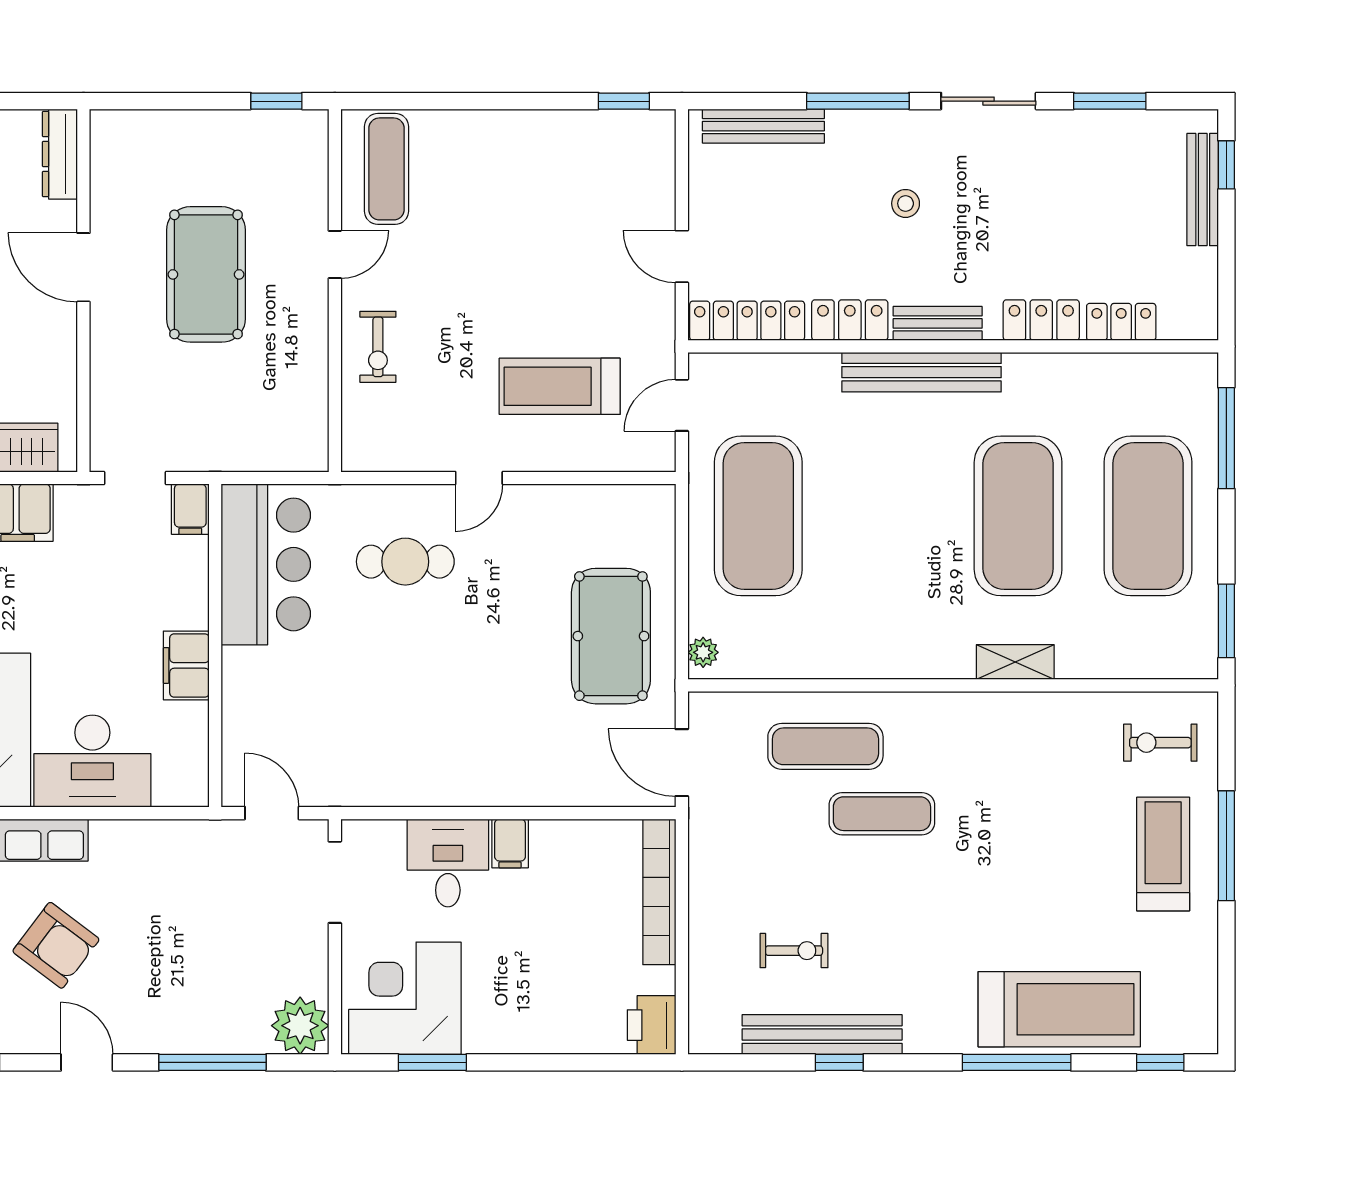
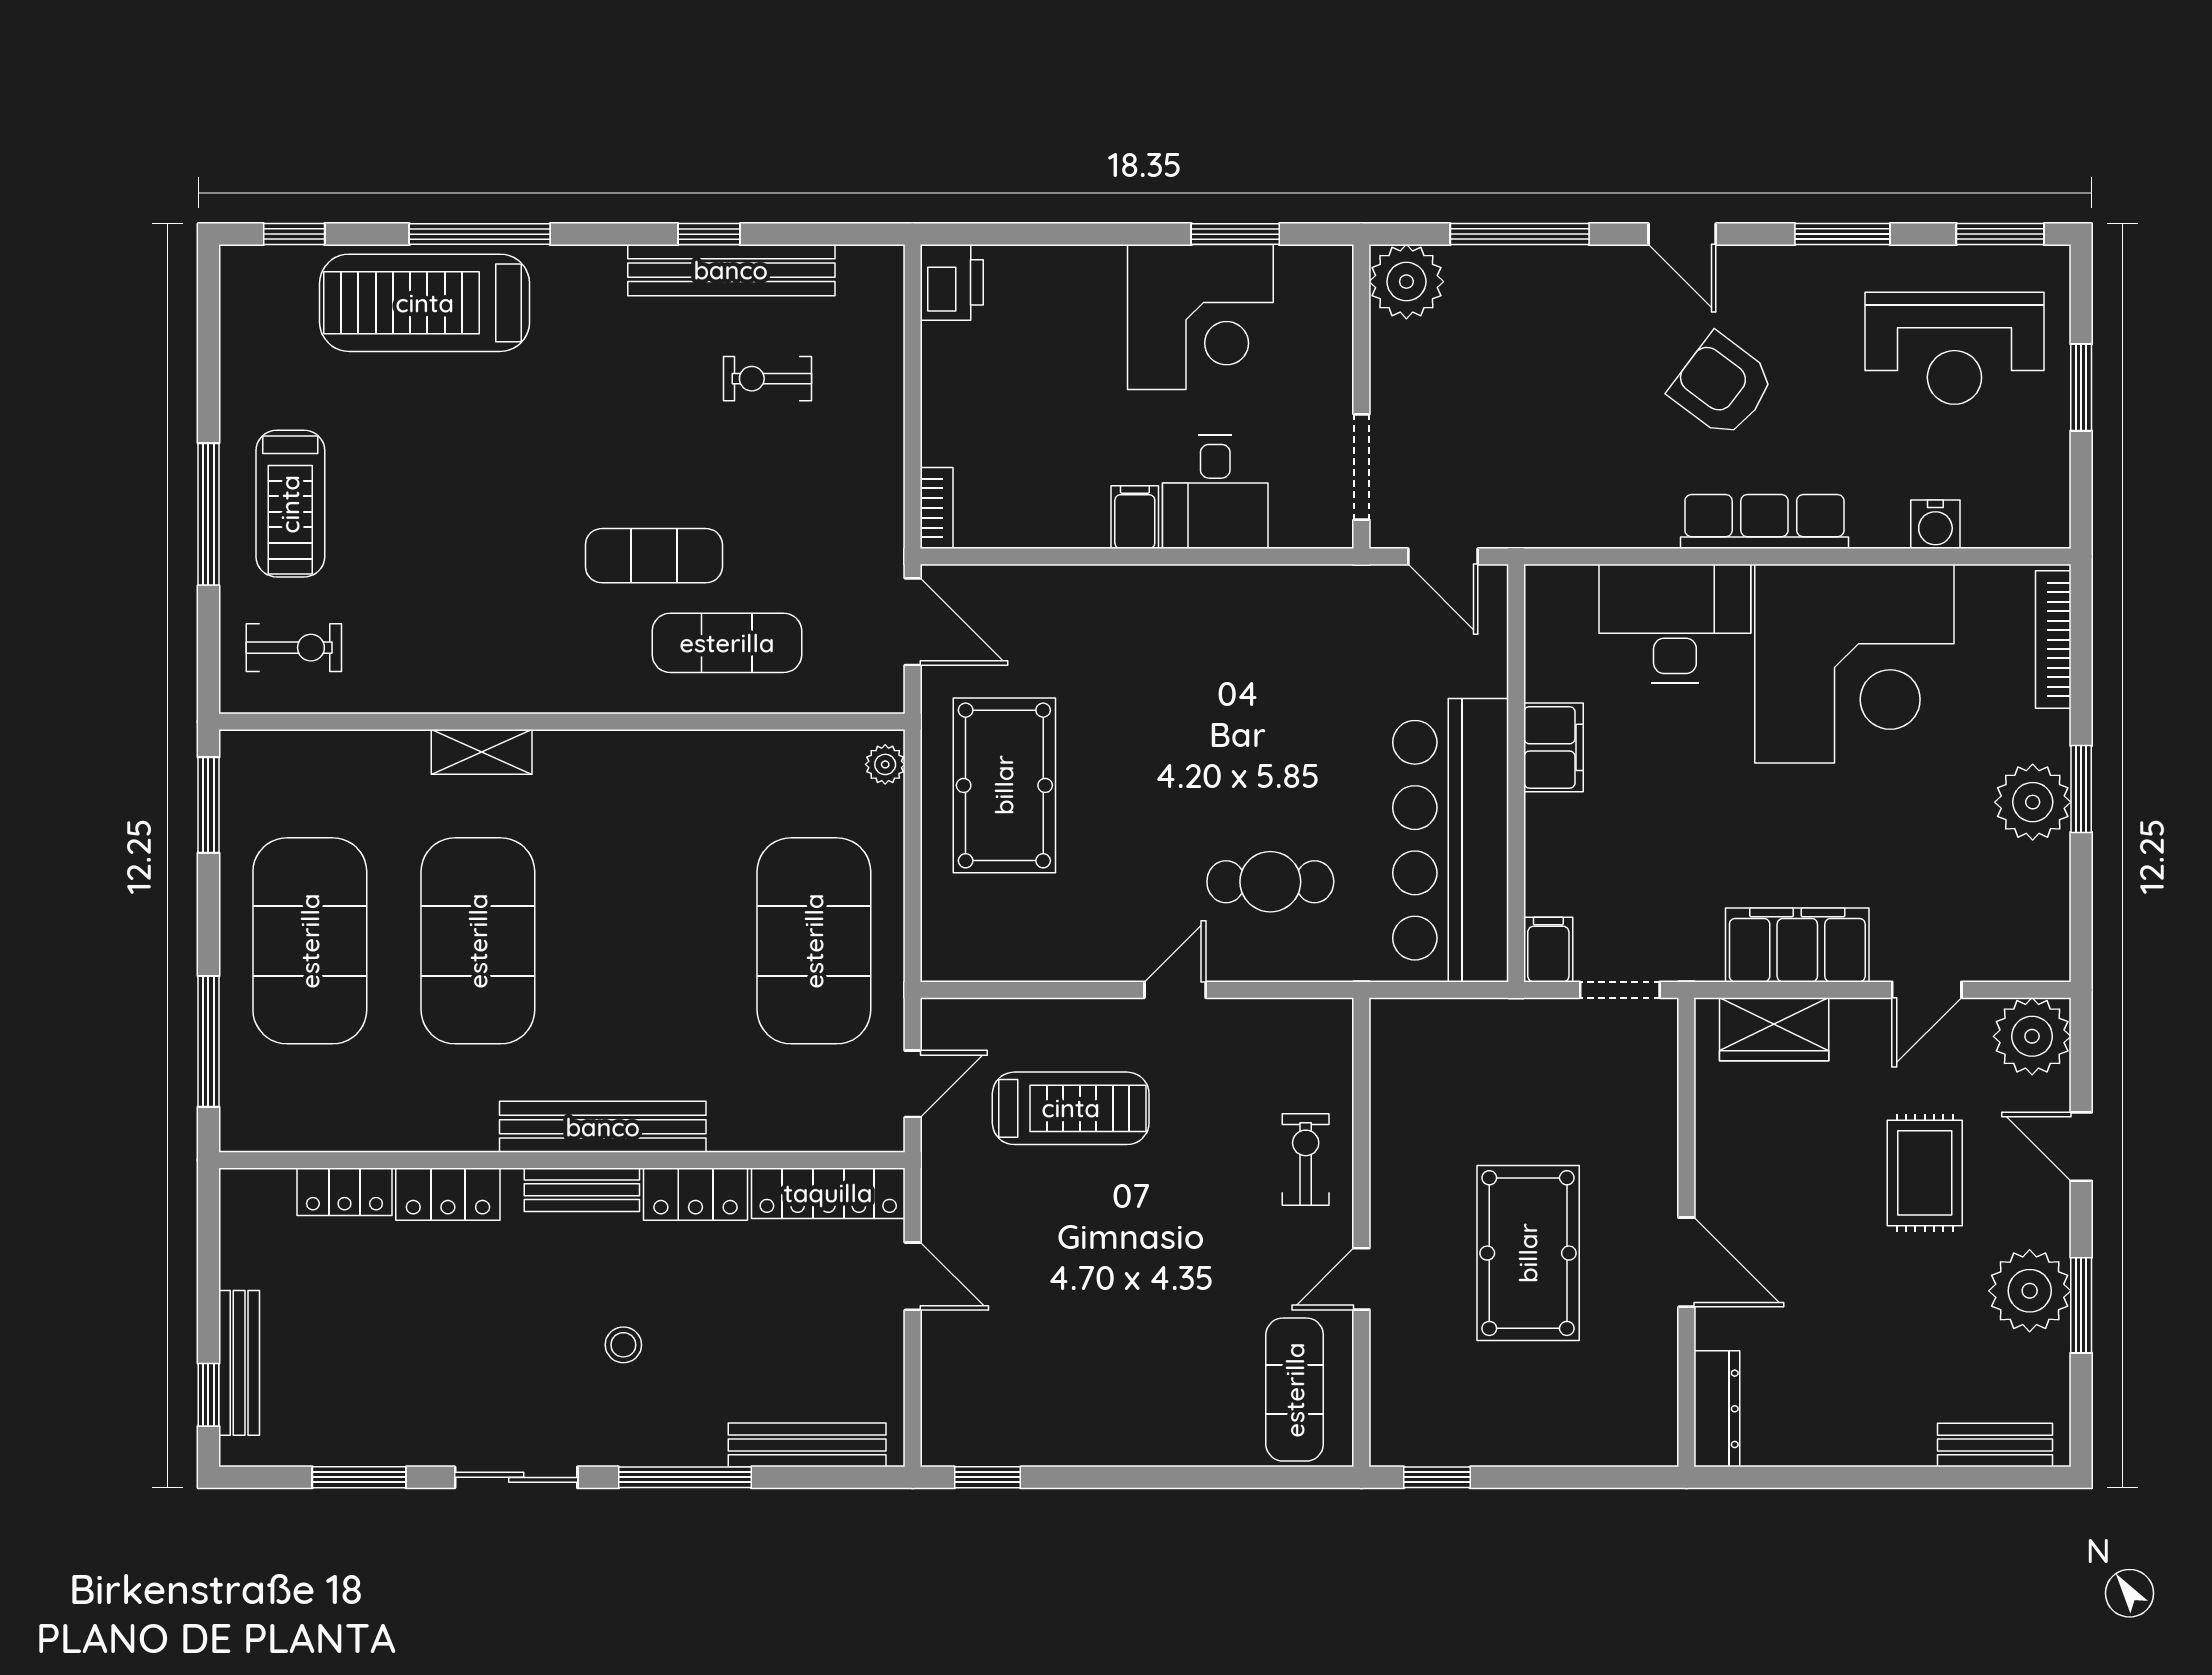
bar counter: (266, 564) -> (1451, 840), width x1.36
bookcase: (659, 892) -> (937, 508), width x0.43, depth x0.76
corner desk: (405, 998) -> (1200, 317), moved

